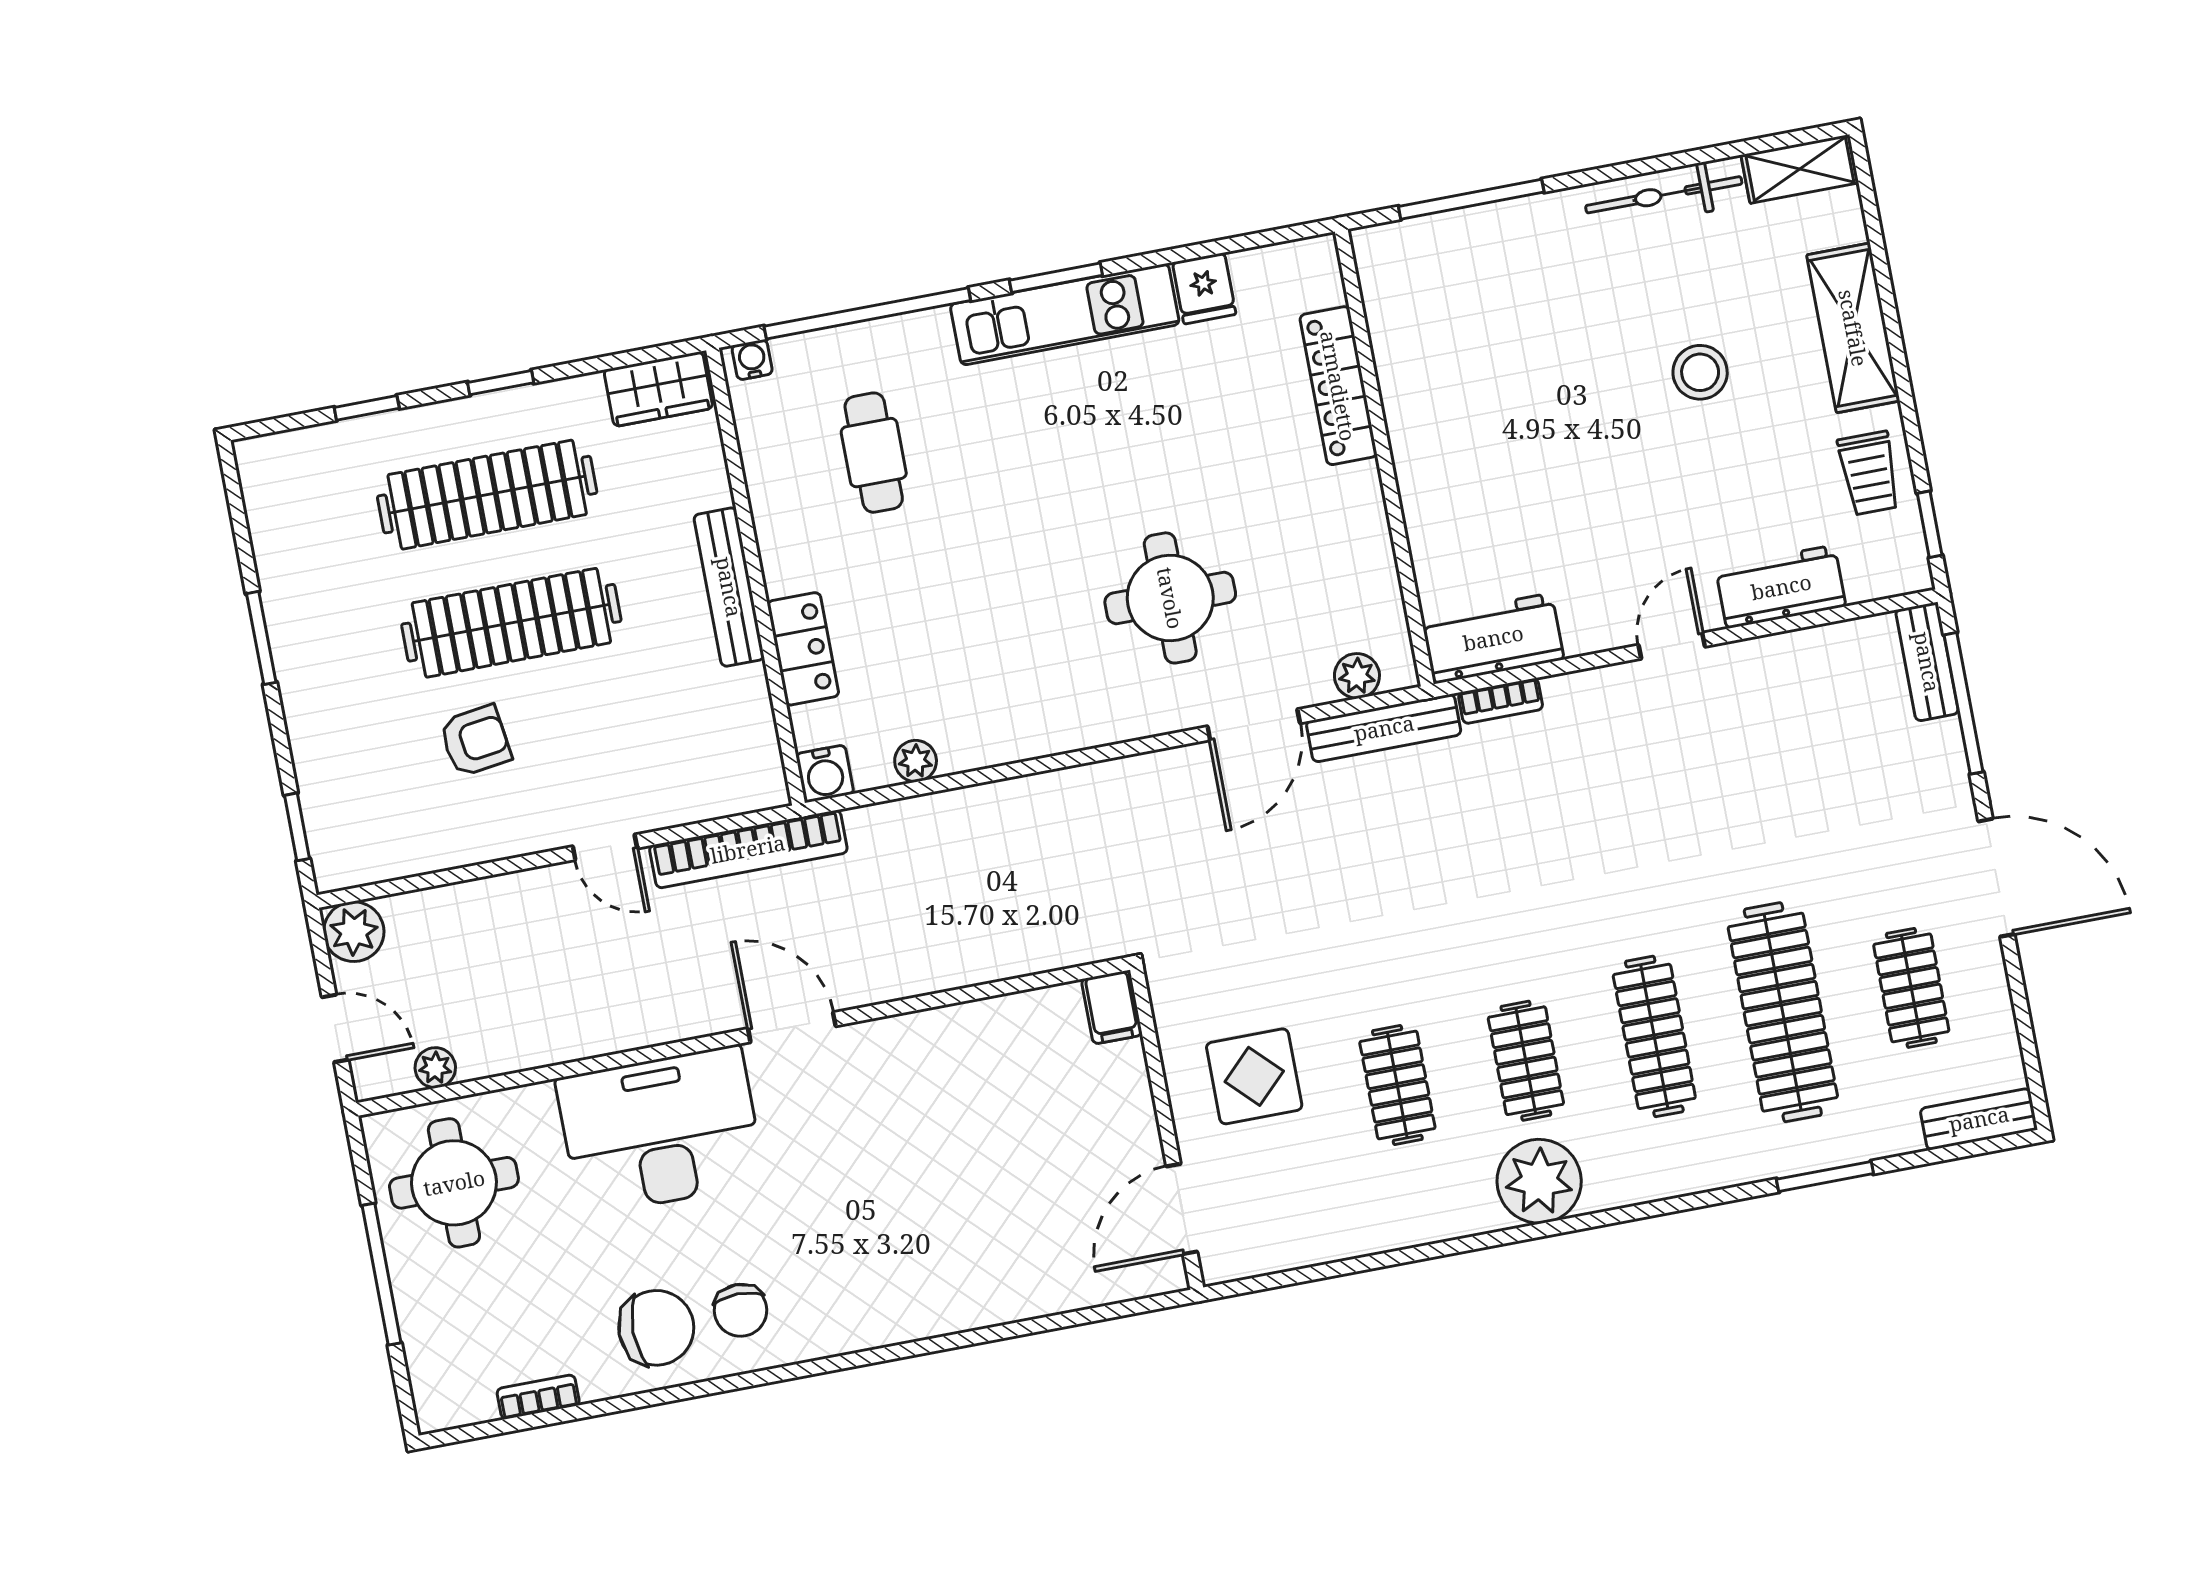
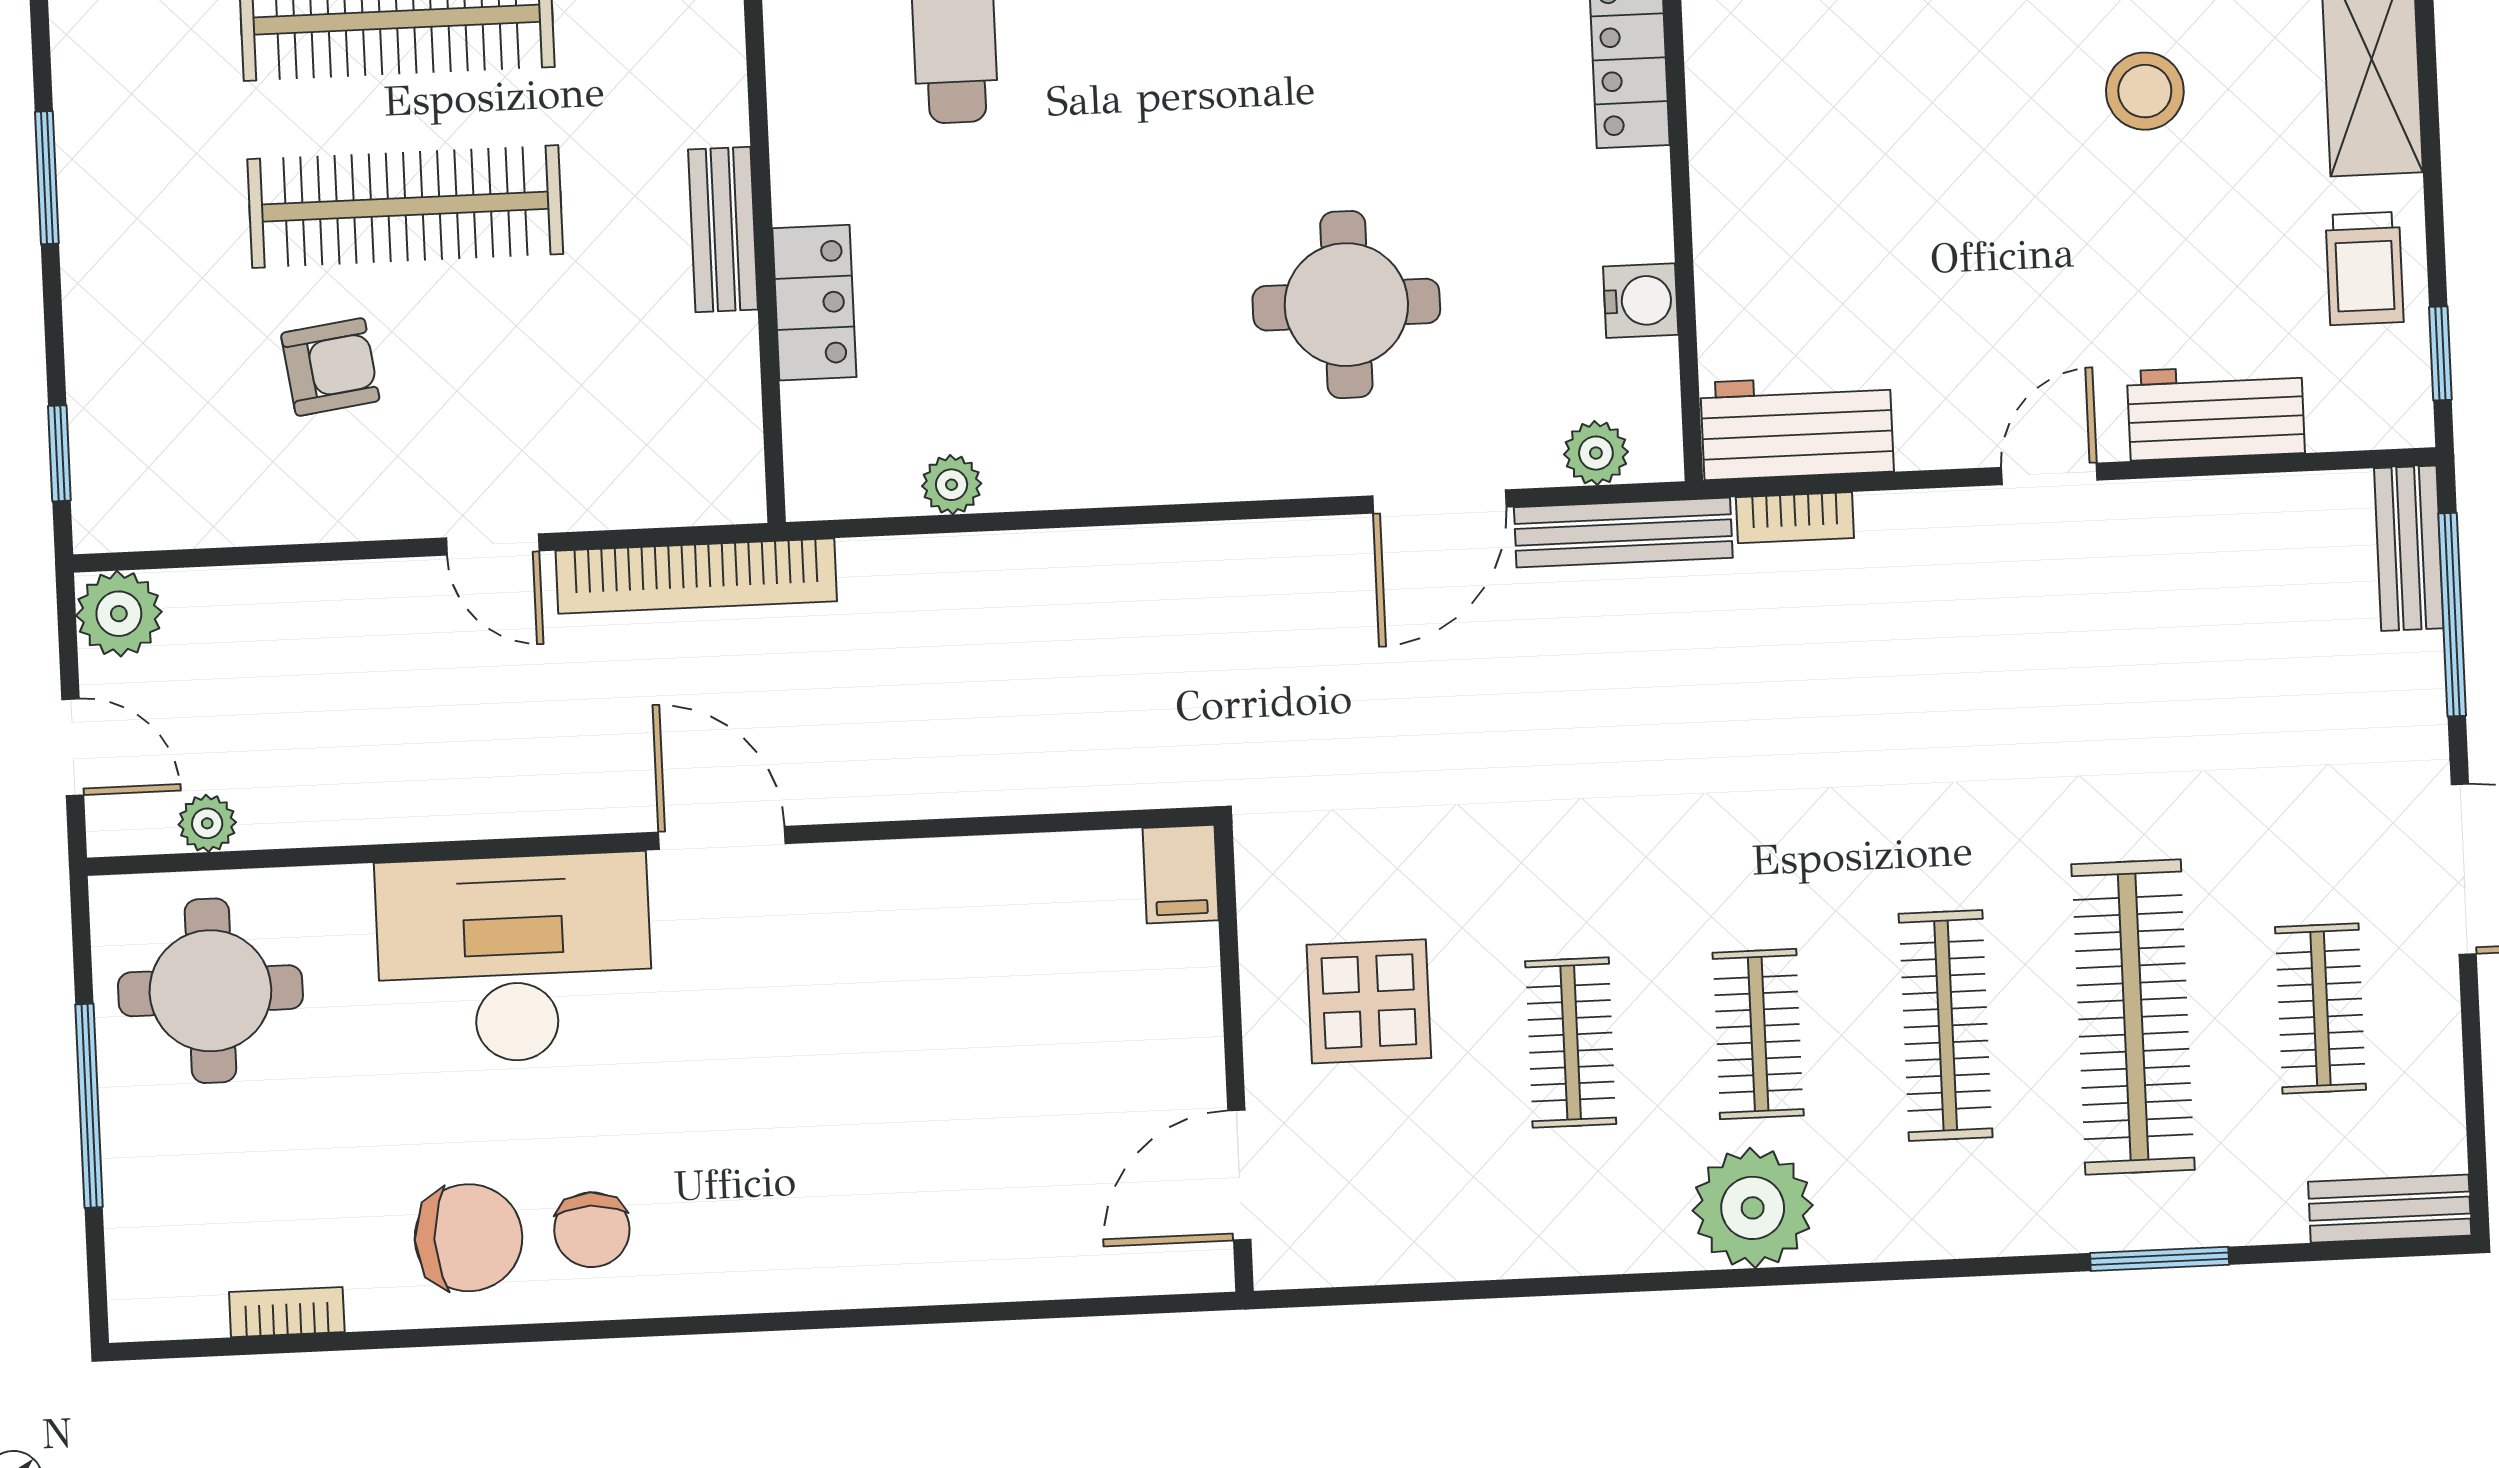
bench: (729, 587) -> (723, 229), width x0.73
water cooler: (825, 774) -> (1641, 301), moved, turned -90

